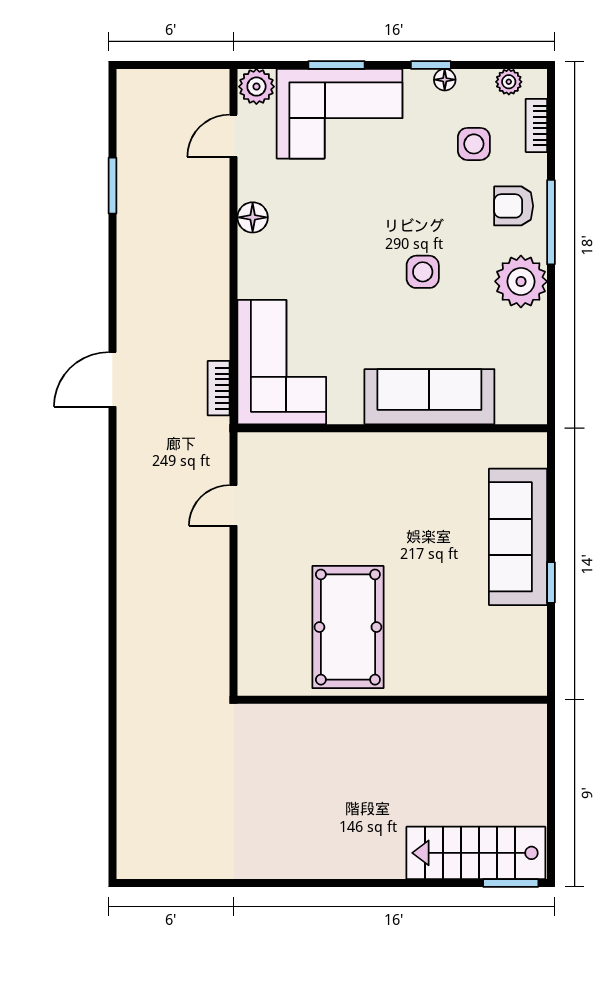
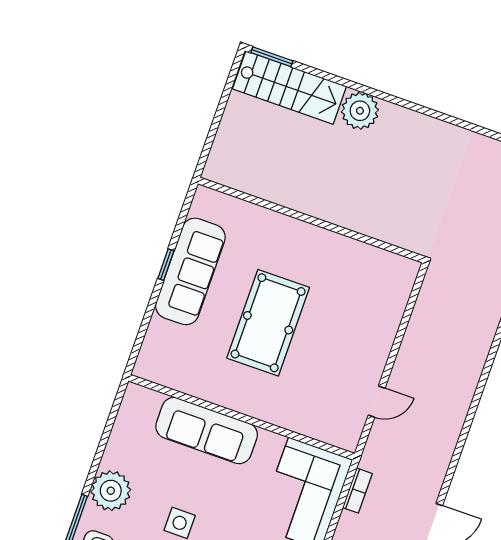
sofa: (518, 537) -> (190, 271), moved
pool table: (348, 627) -> (268, 323), moved
plant: (380, 855) -> (360, 111), added

